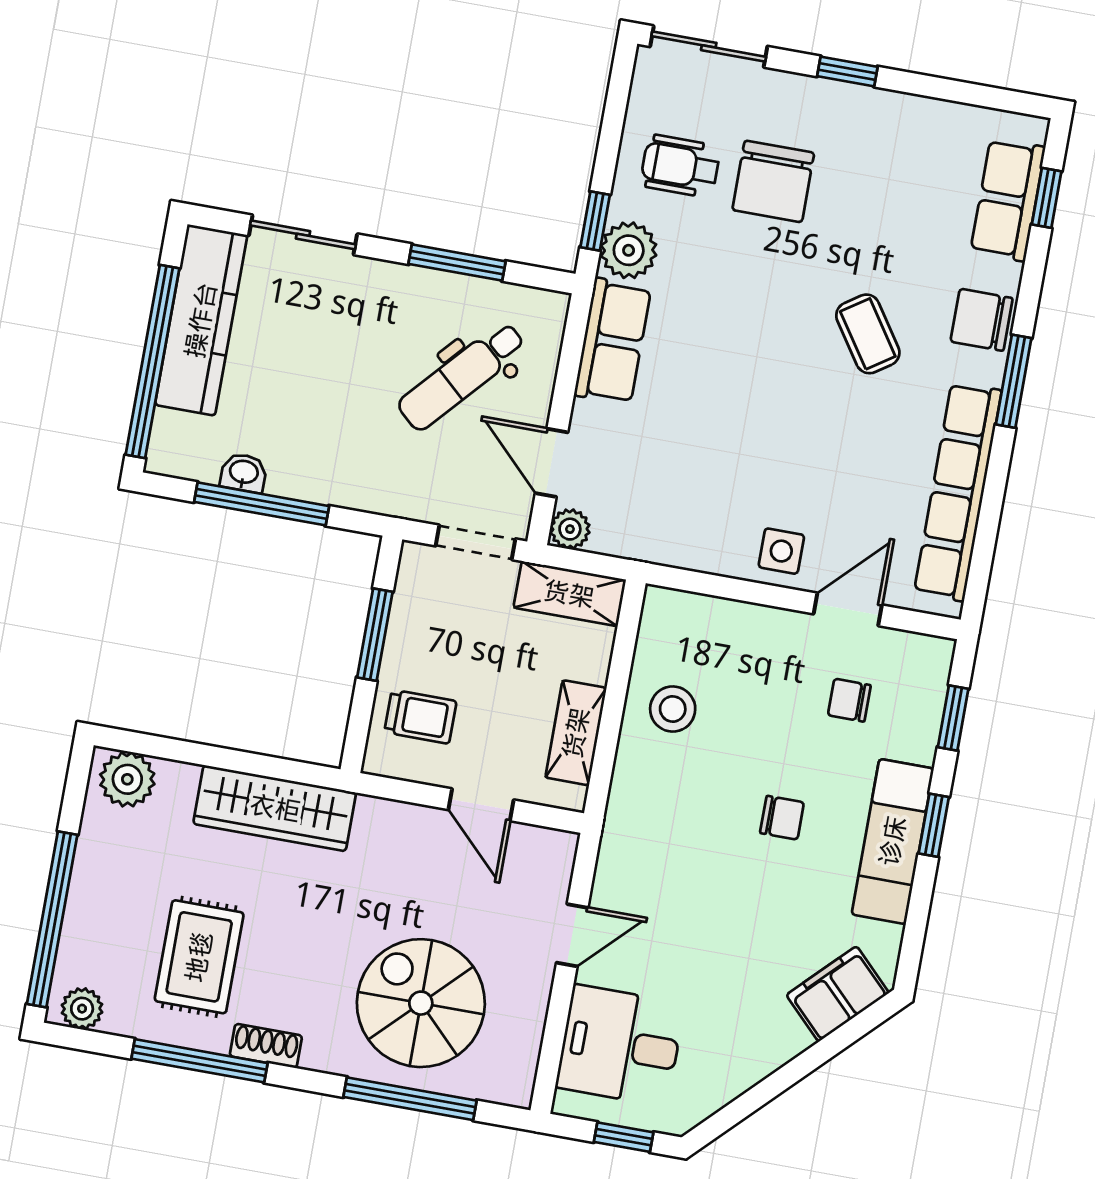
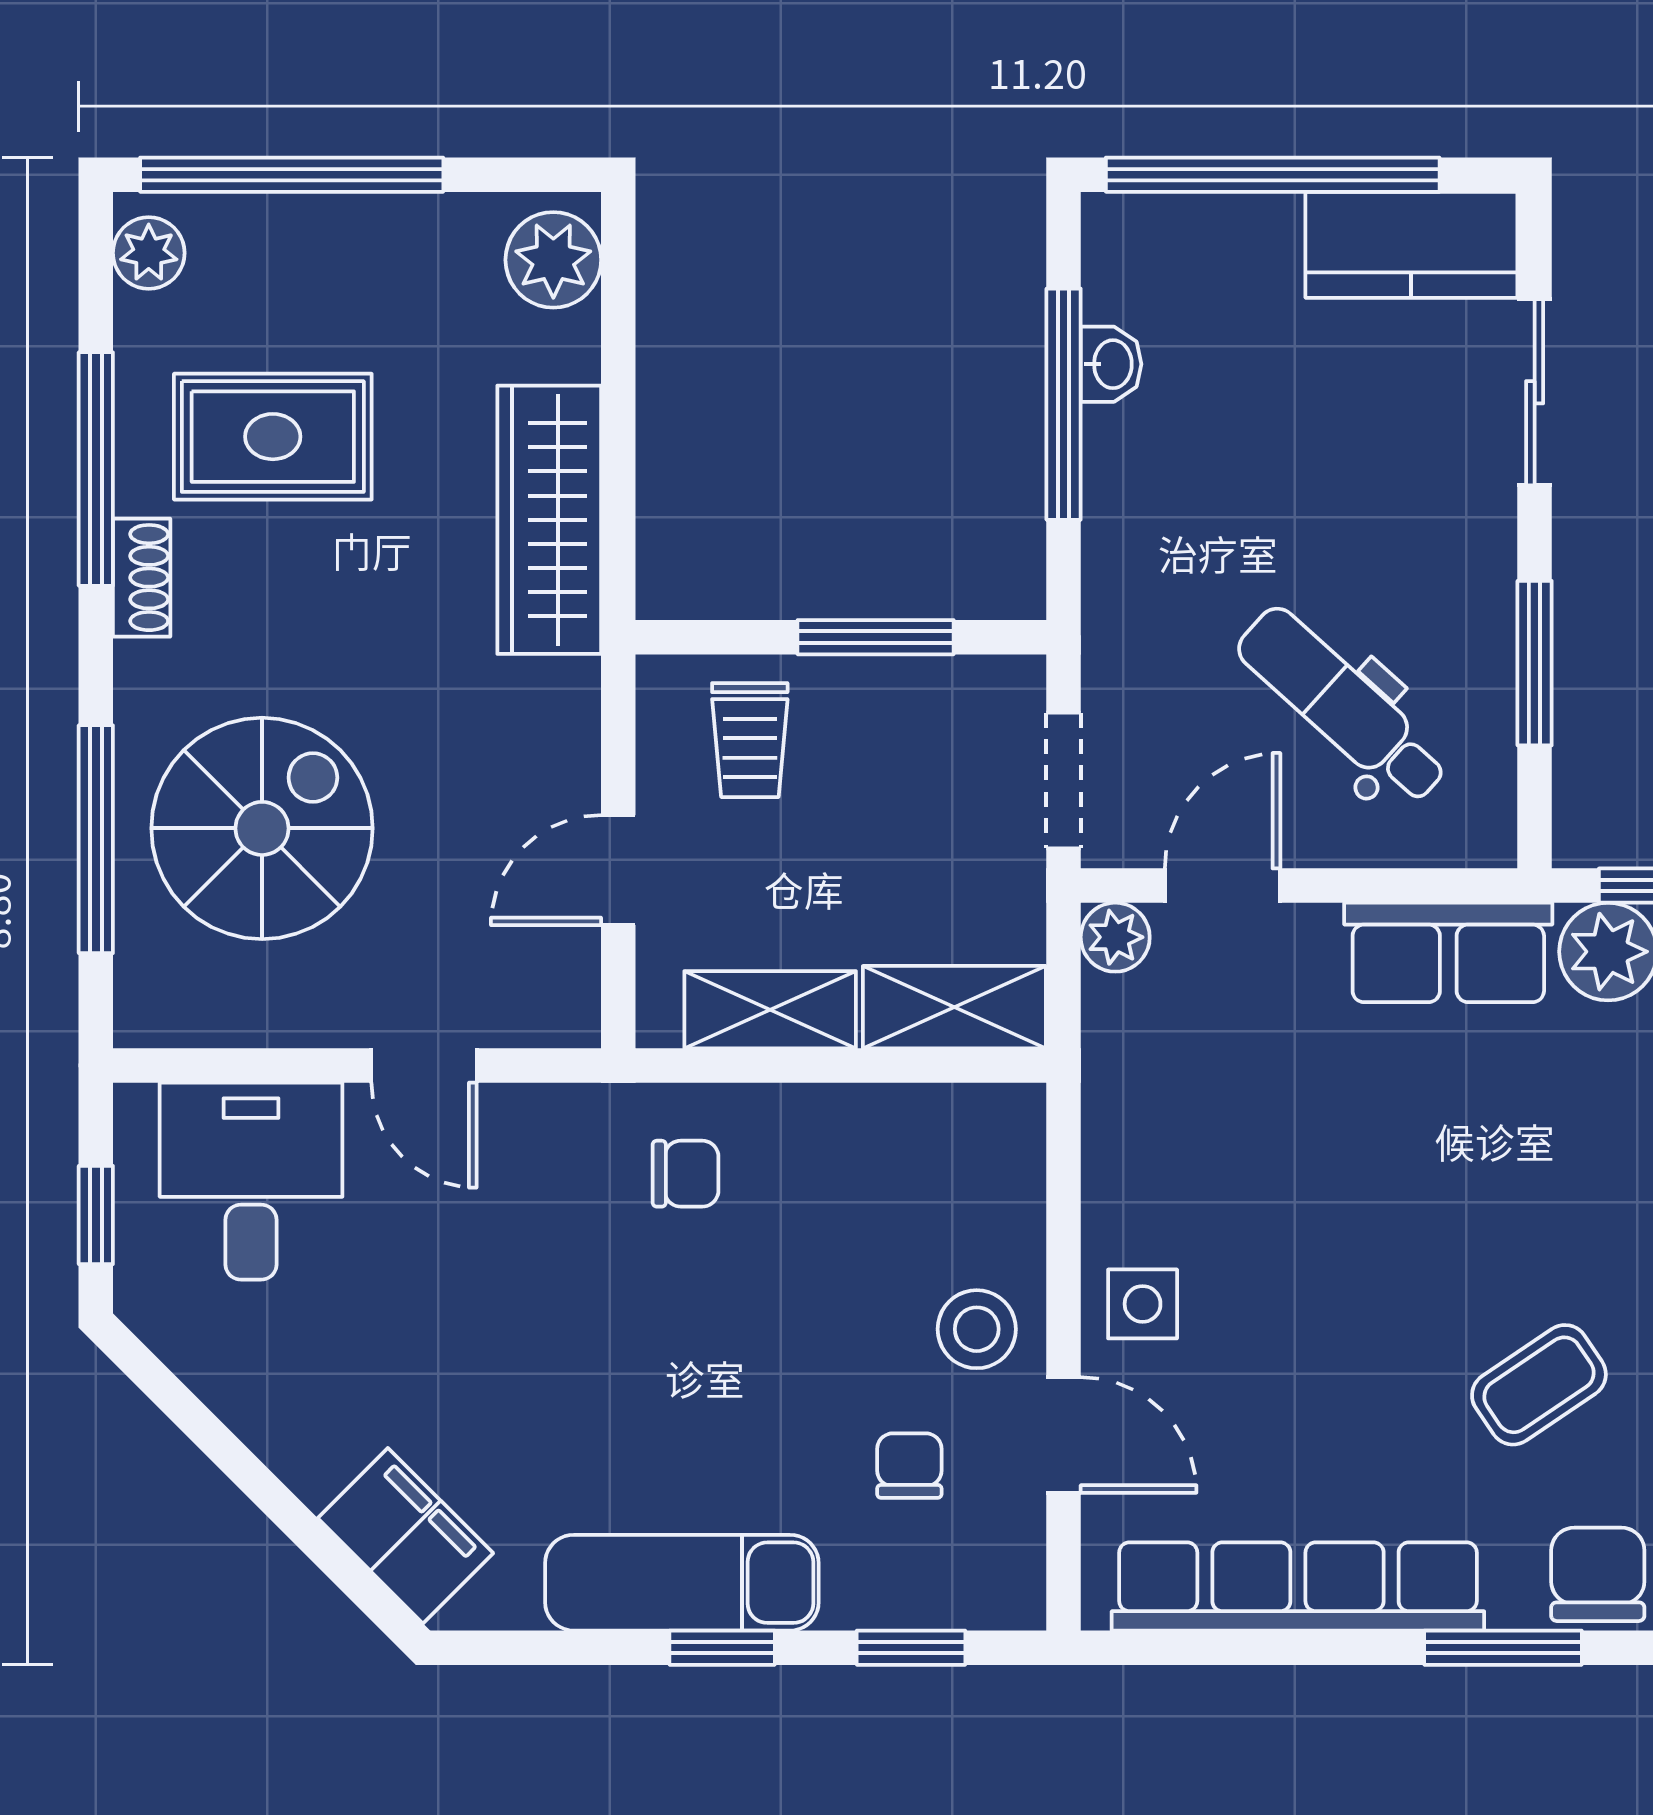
kitchen counter: (201, 320) -> (1411, 245), width x0.67
shelving: (569, 594) -> (954, 1007), moved, turned 90
stool: (673, 709) -> (977, 1329), moved
chair: (782, 818) -> (686, 1174), moved, turned -90

